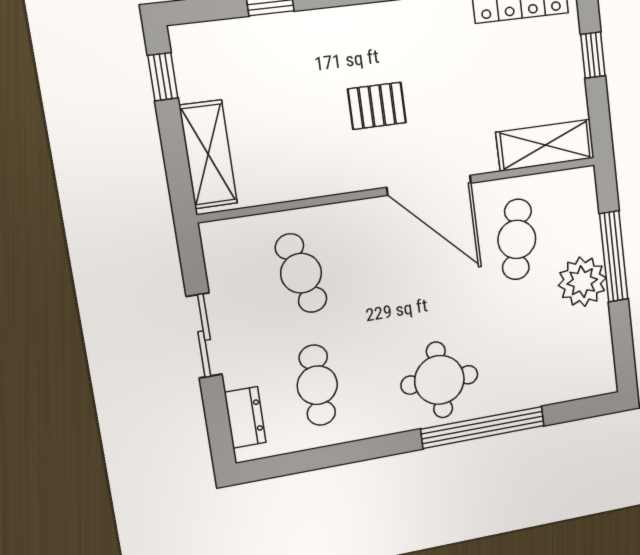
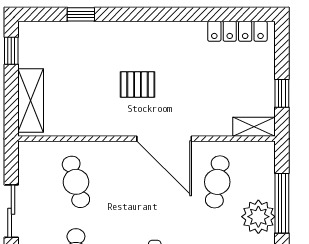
window: (593, 55) -> (282, 93), moved
shelving: (545, 145) -> (254, 127), width x0.67, depth x0.75

